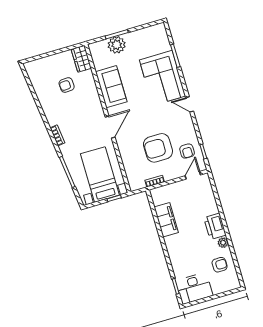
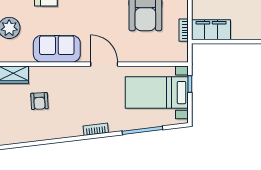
filing cabinet: (166, 220) -> (211, 30), moved

